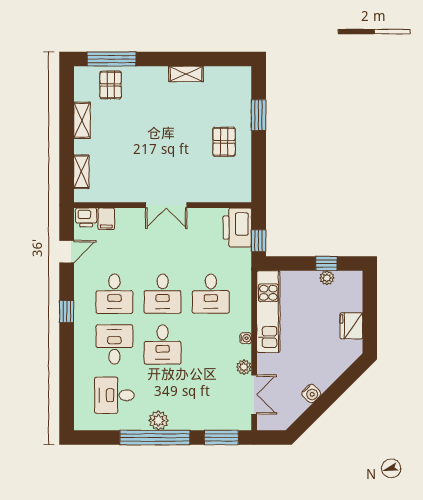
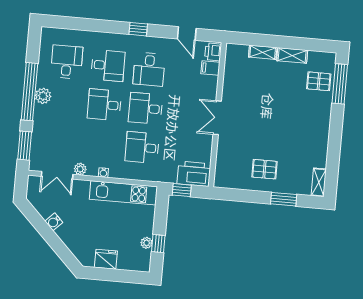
shelving: (186, 74) -> (319, 182), moved
shelving: (81, 172) -> (263, 52), moved
desk: (114, 294) -> (149, 69), turned -90

